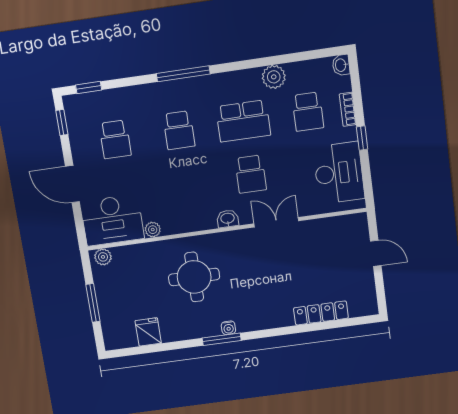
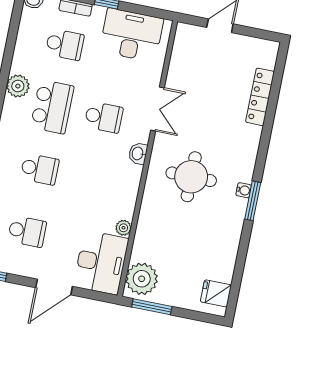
plant: (274, 77) -> (18, 86), moved
double door: (276, 222) -> (157, 109), swing flipped
plant: (103, 257) -> (142, 279), width x1.87, depth x1.87
round table: (194, 277) -> (191, 177), moved
window: (93, 303) -> (152, 307), moved
fridge: (148, 332) -> (216, 293), moved

